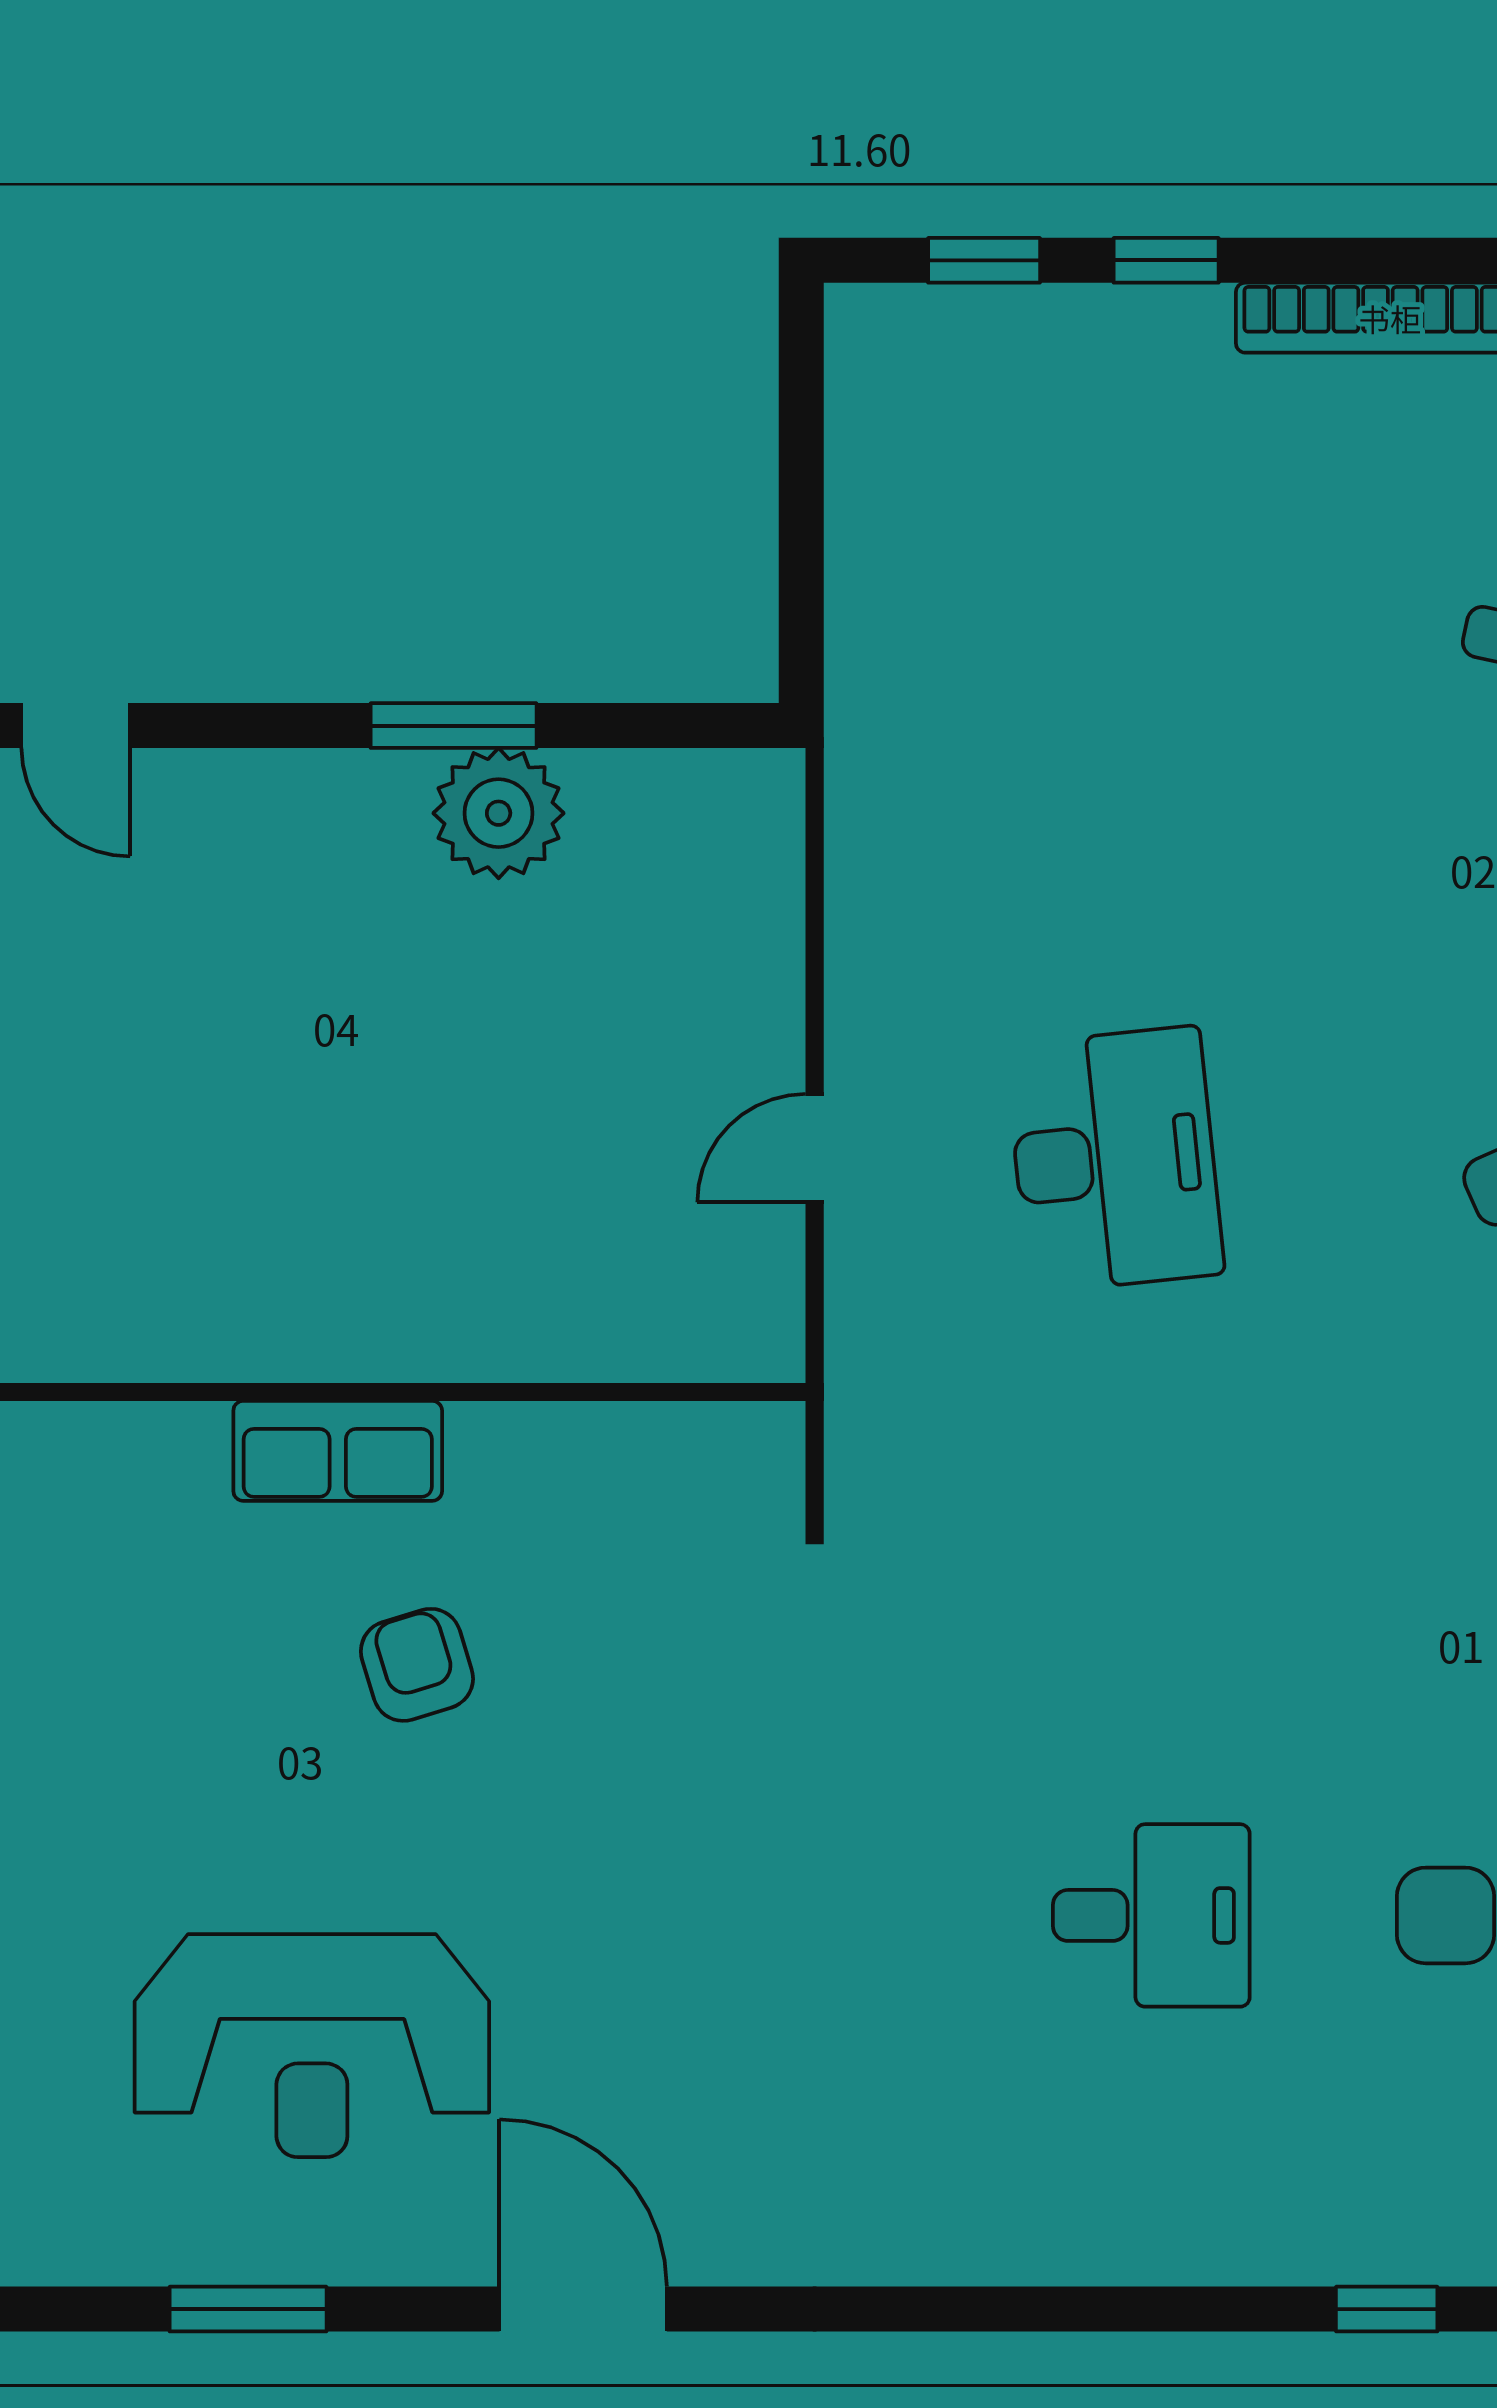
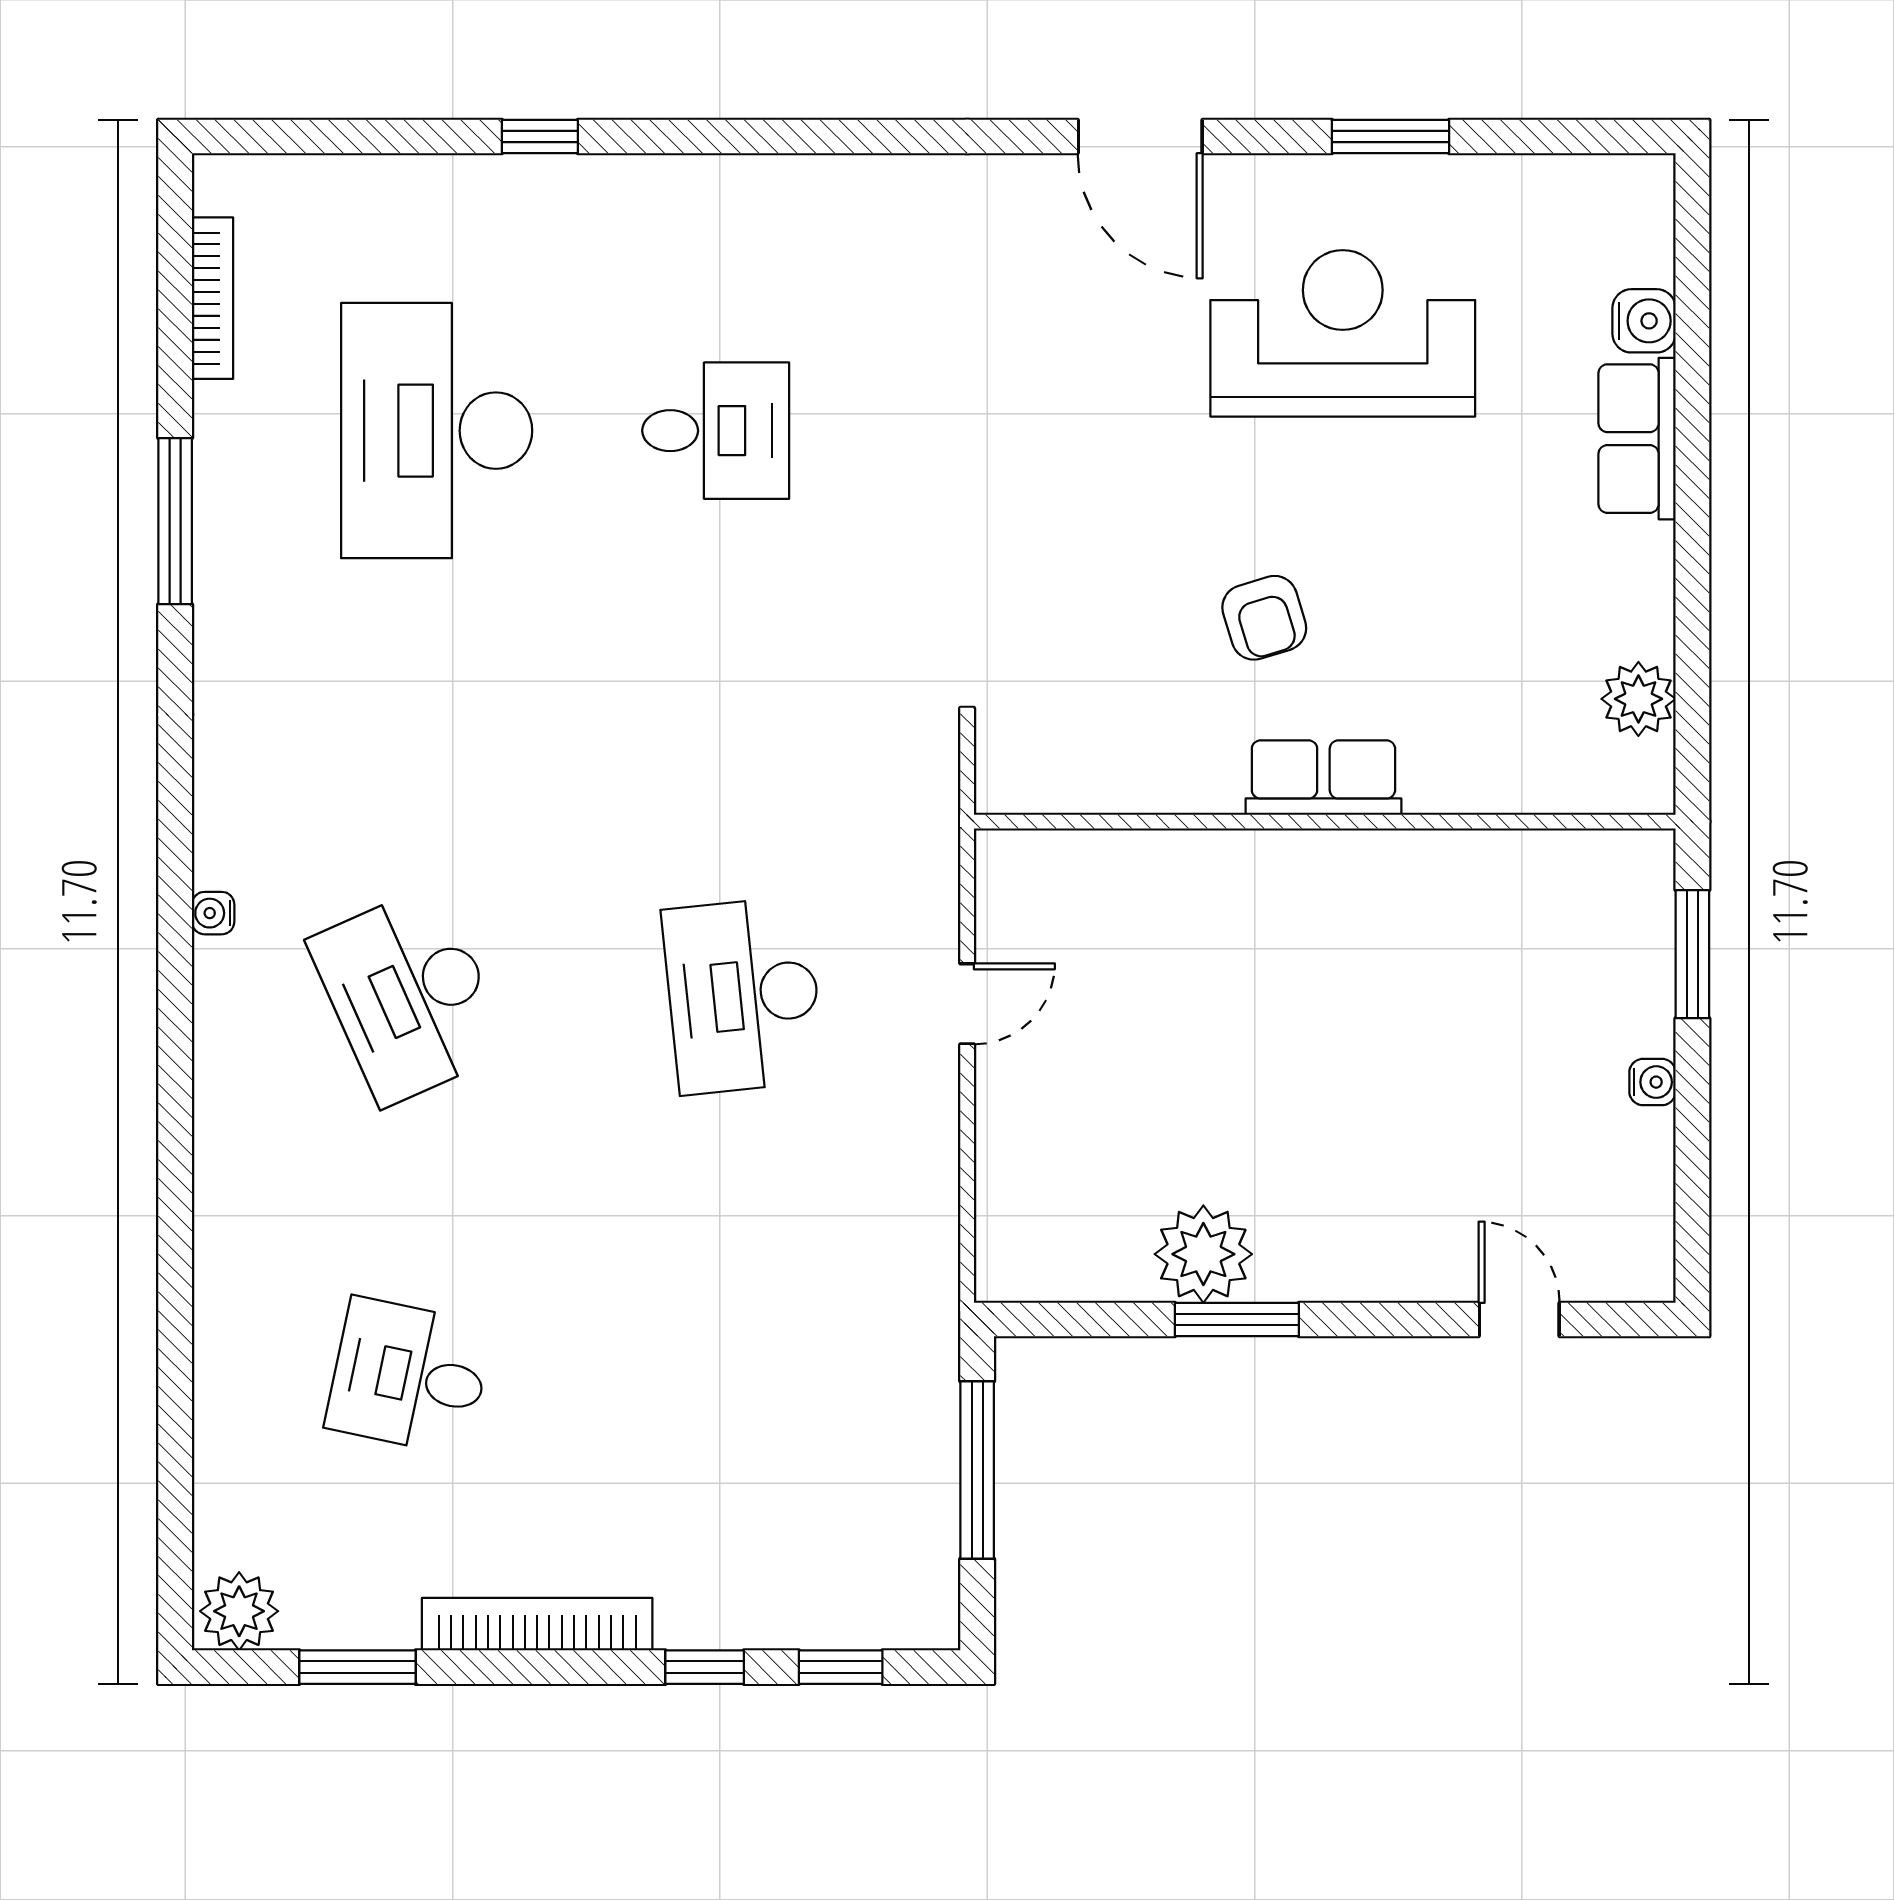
window: (801, 524) -> (977, 1470), added
desk: (1151, 1915) -> (716, 431), turned 180

